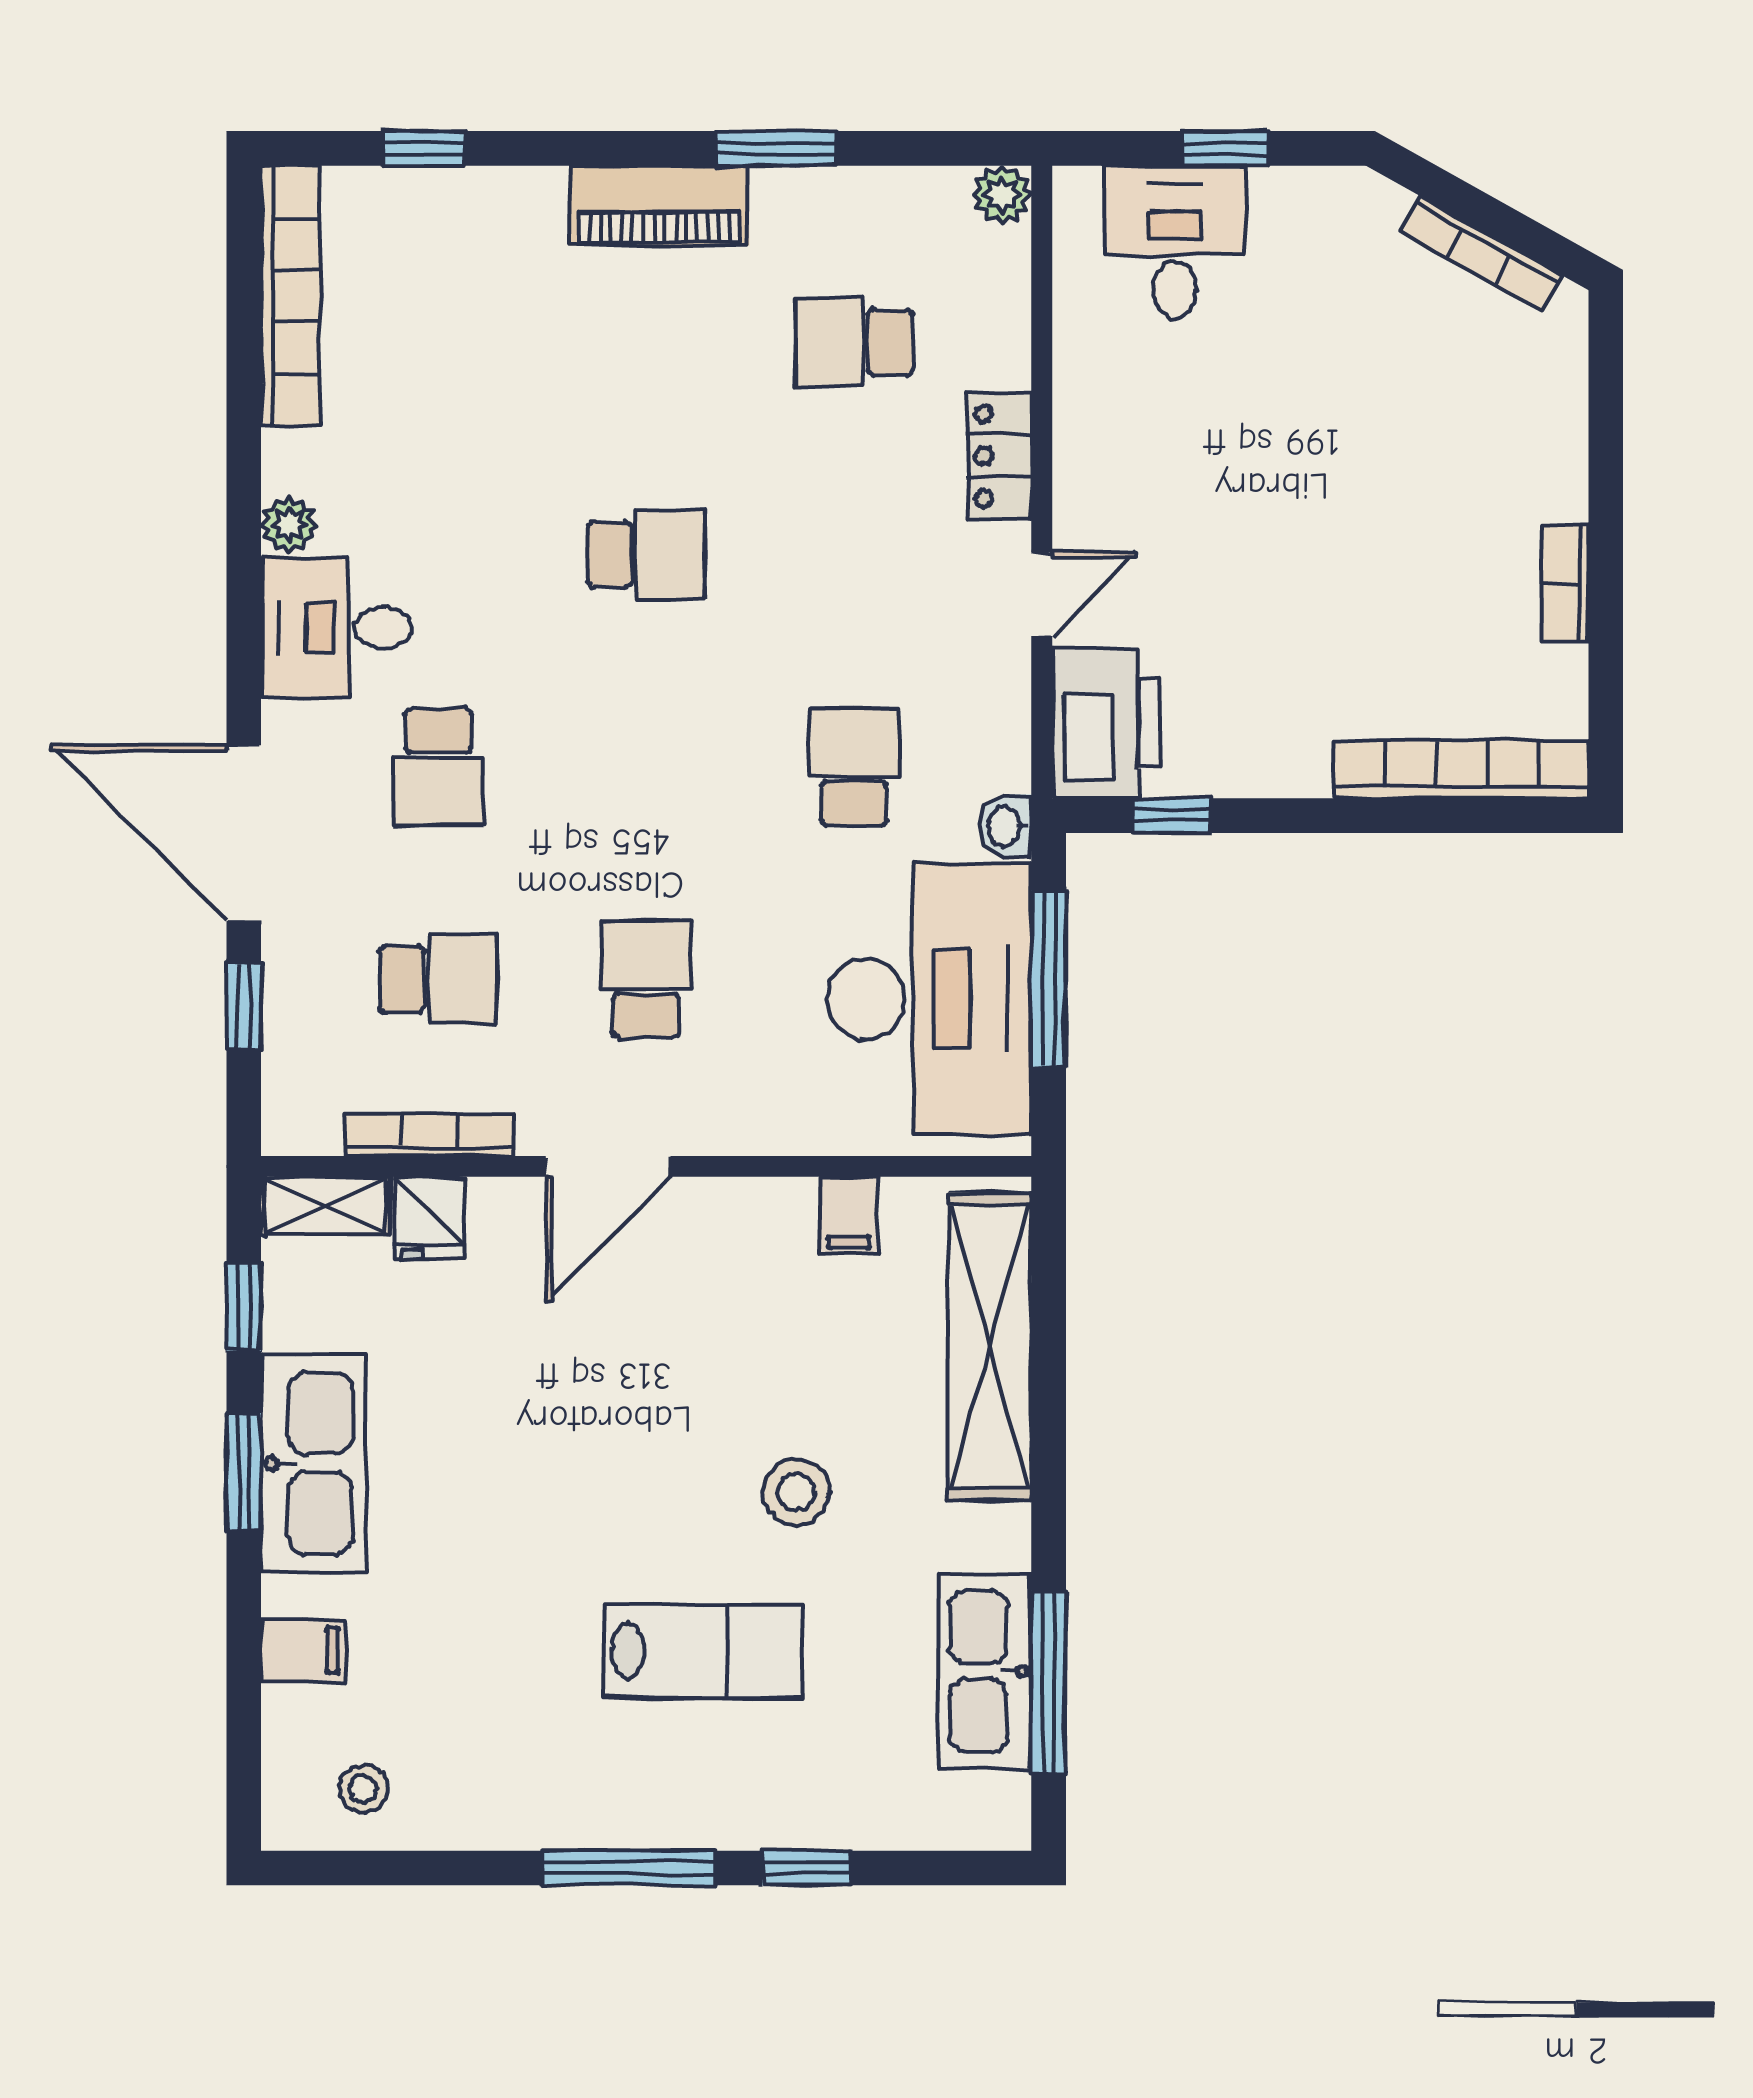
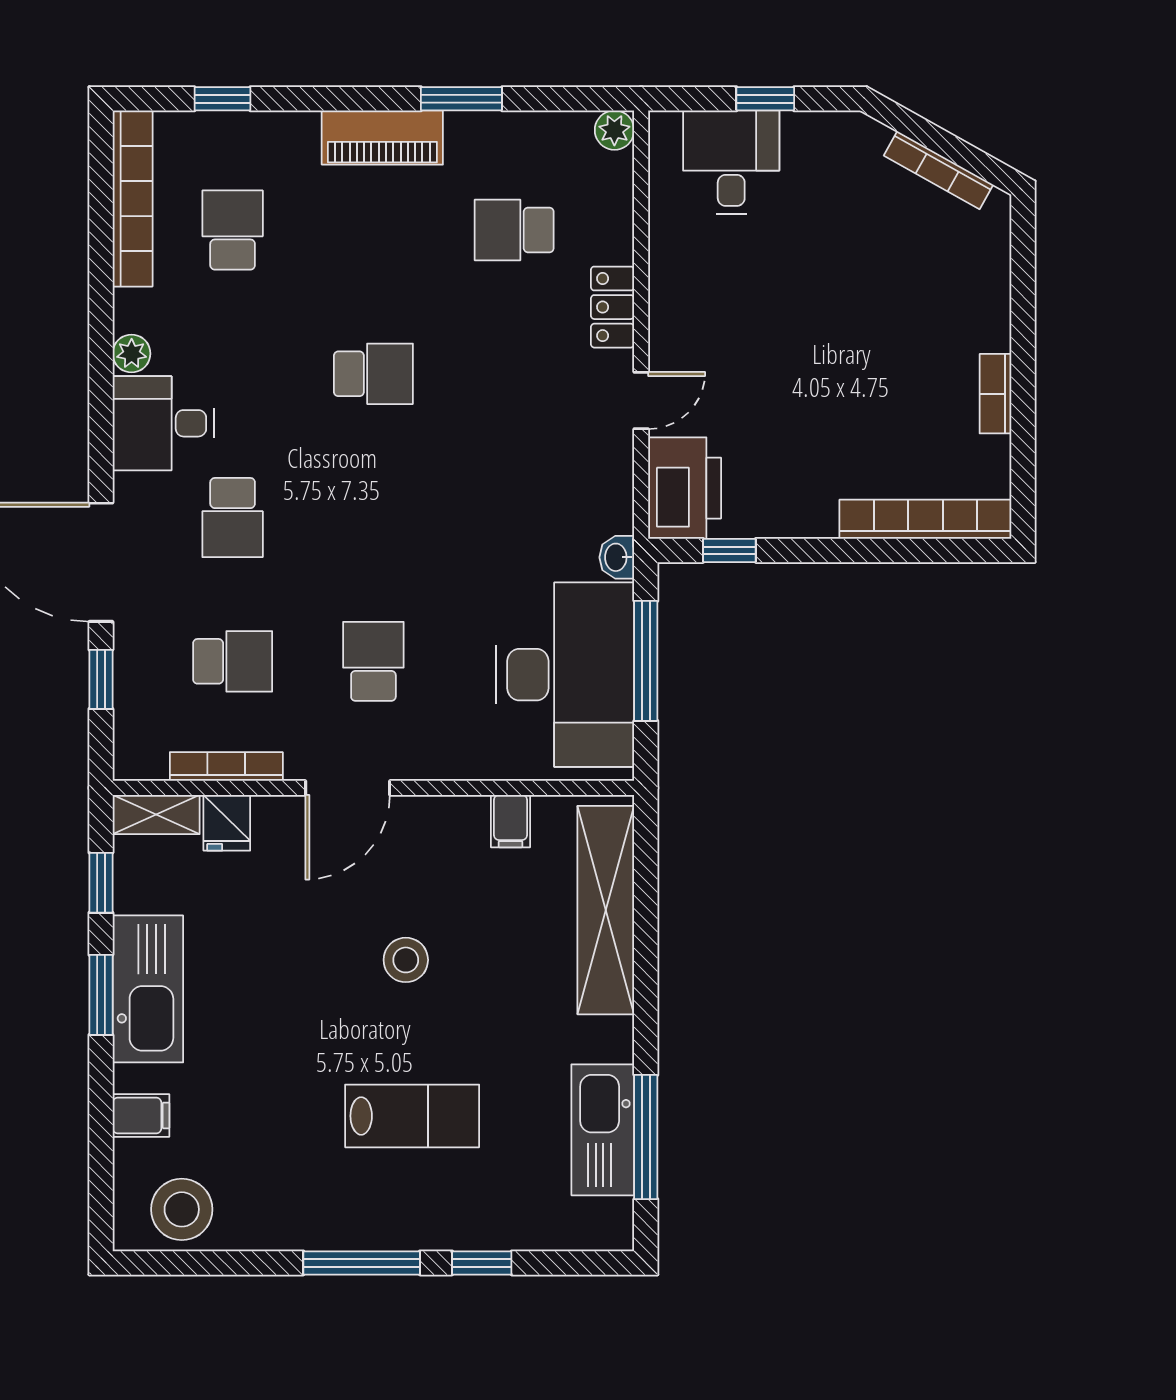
school desk: (854, 767) -> (233, 230), moved
stool: (796, 1492) -> (406, 960), moved
stool: (363, 1789) -> (182, 1209), width x1.89, depth x1.89

